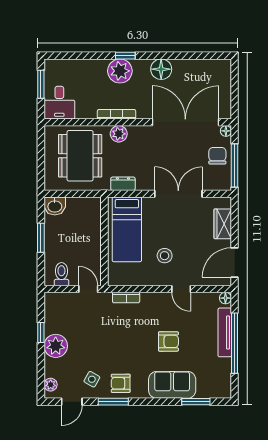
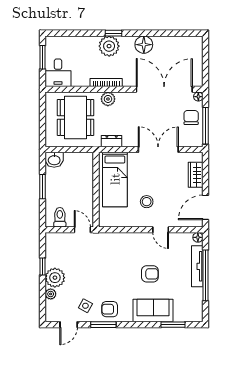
bookcase: (126, 298) -> (114, 237), removed
plant: (51, 385) -> (51, 294), moved

